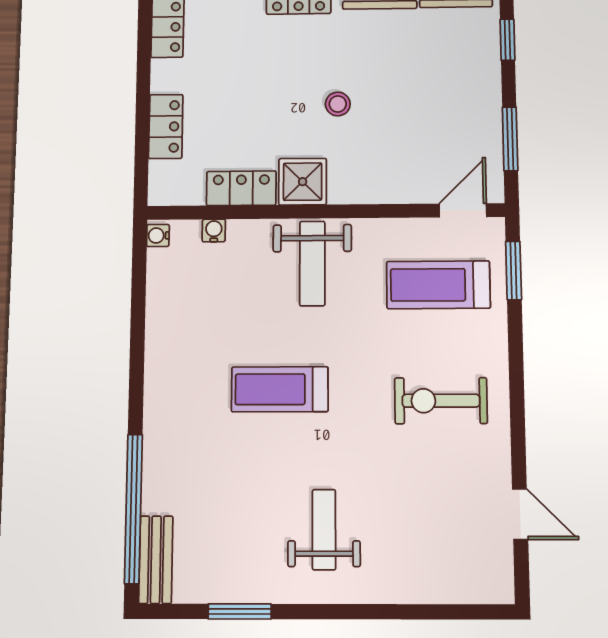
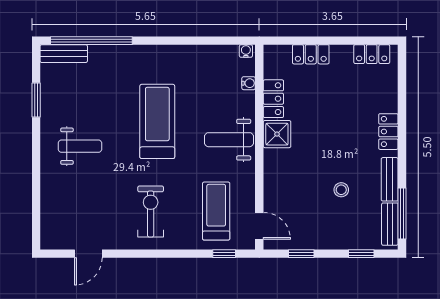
stool: (338, 104) -> (341, 190), moved
window: (510, 139) -> (301, 254), width x0.67
window: (514, 270) -> (224, 254), width x0.67
treadmill: (280, 389) -> (157, 121), width x1.37, depth x1.38

